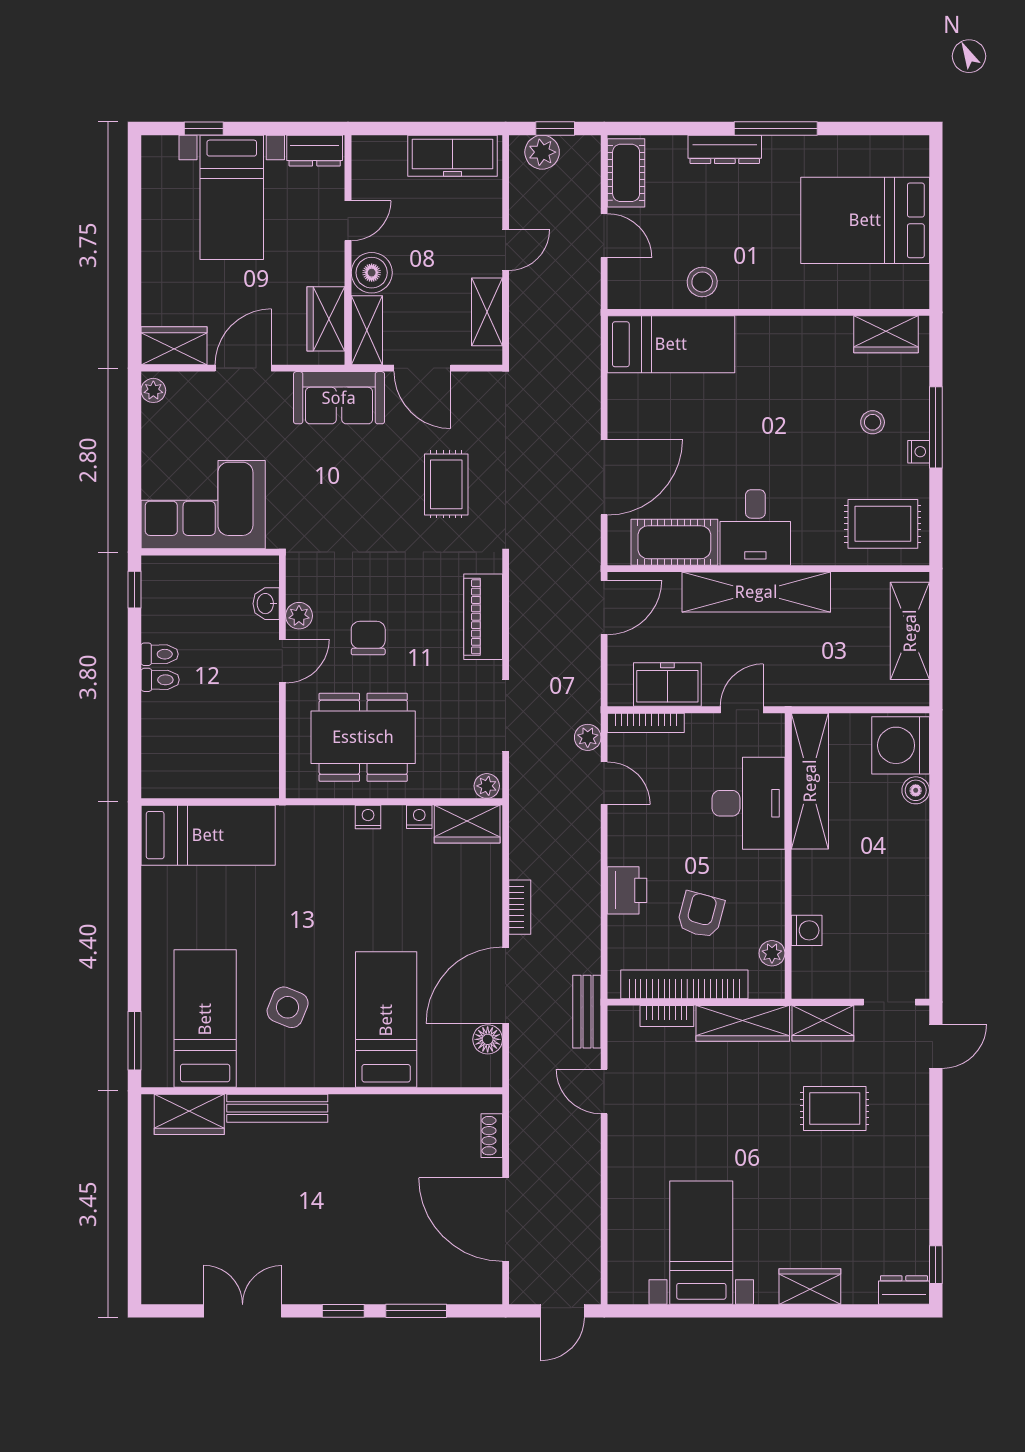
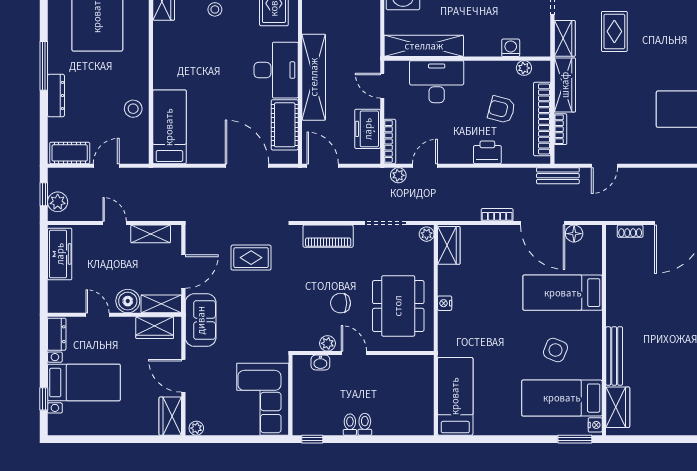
desk: (755, 527) -> (276, 70), width x1.37
nightstand: (419, 817) -> (595, 425), moved, turned 180

